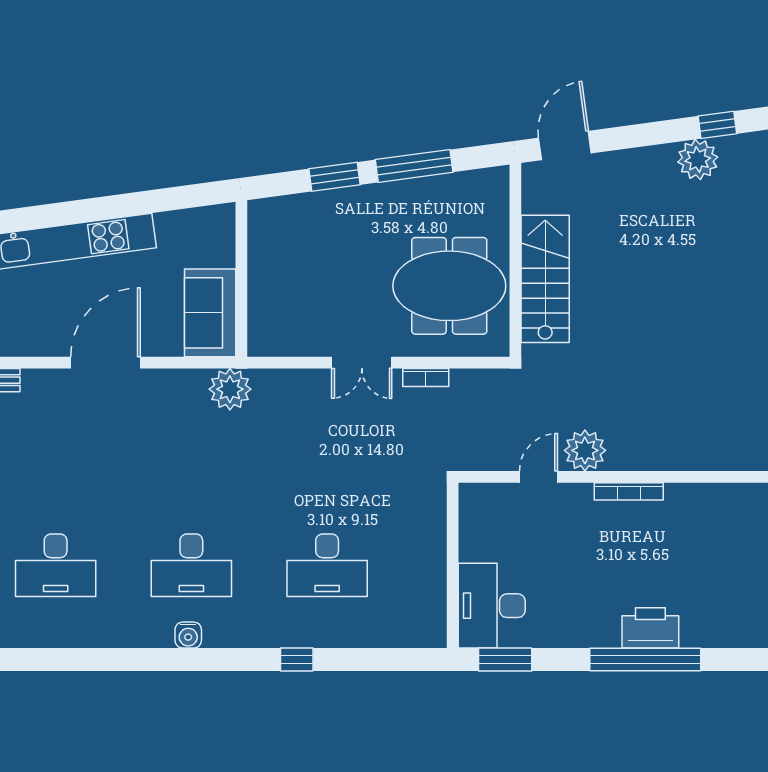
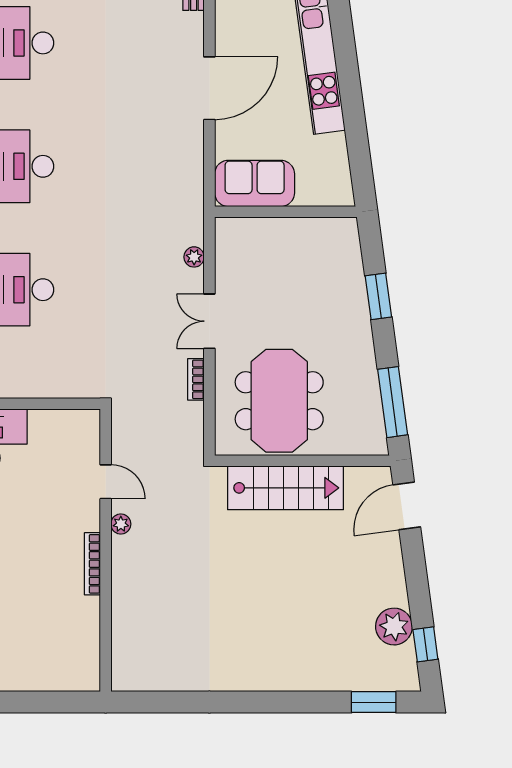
door: (565, 146) -> (407, 506), swing flipped
window: (414, 166) -> (393, 402), moved
door: (105, 363) -> (209, 88), hinge flipped
plant: (230, 389) -> (194, 257), moved, width x0.53, depth x0.53
plant: (585, 450) -> (121, 524), width x0.53, depth x0.53

